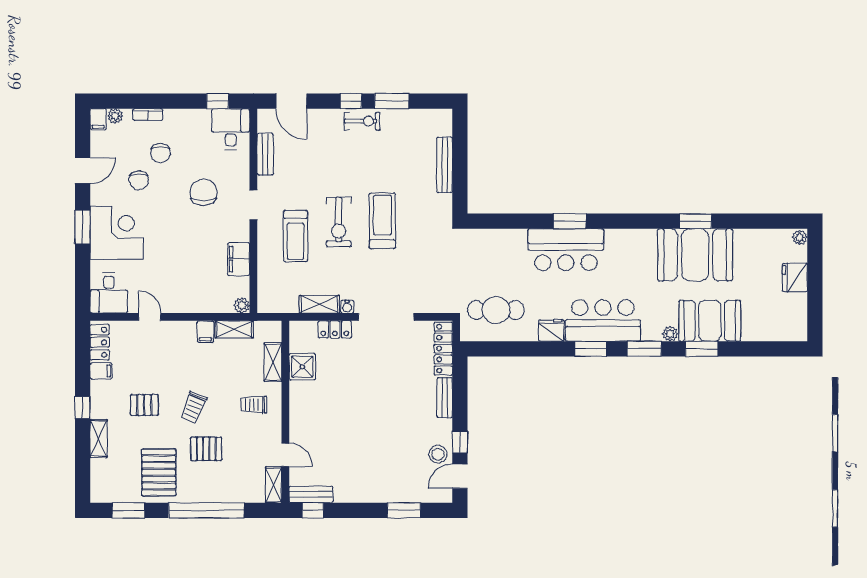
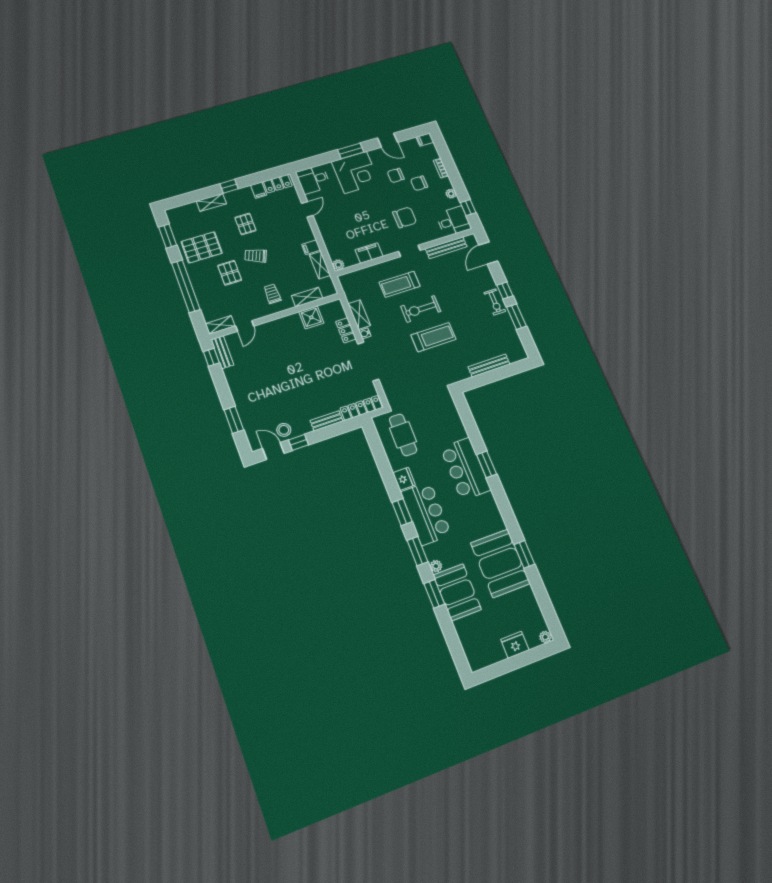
plant: (115, 116) -> (451, 194), moved
bench: (265, 154) -> (446, 248), width x1.36

